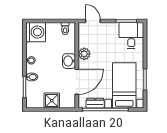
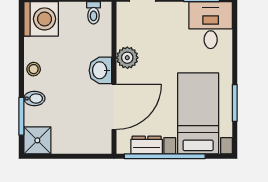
shower: (52, 101) -> (37, 140), moved

